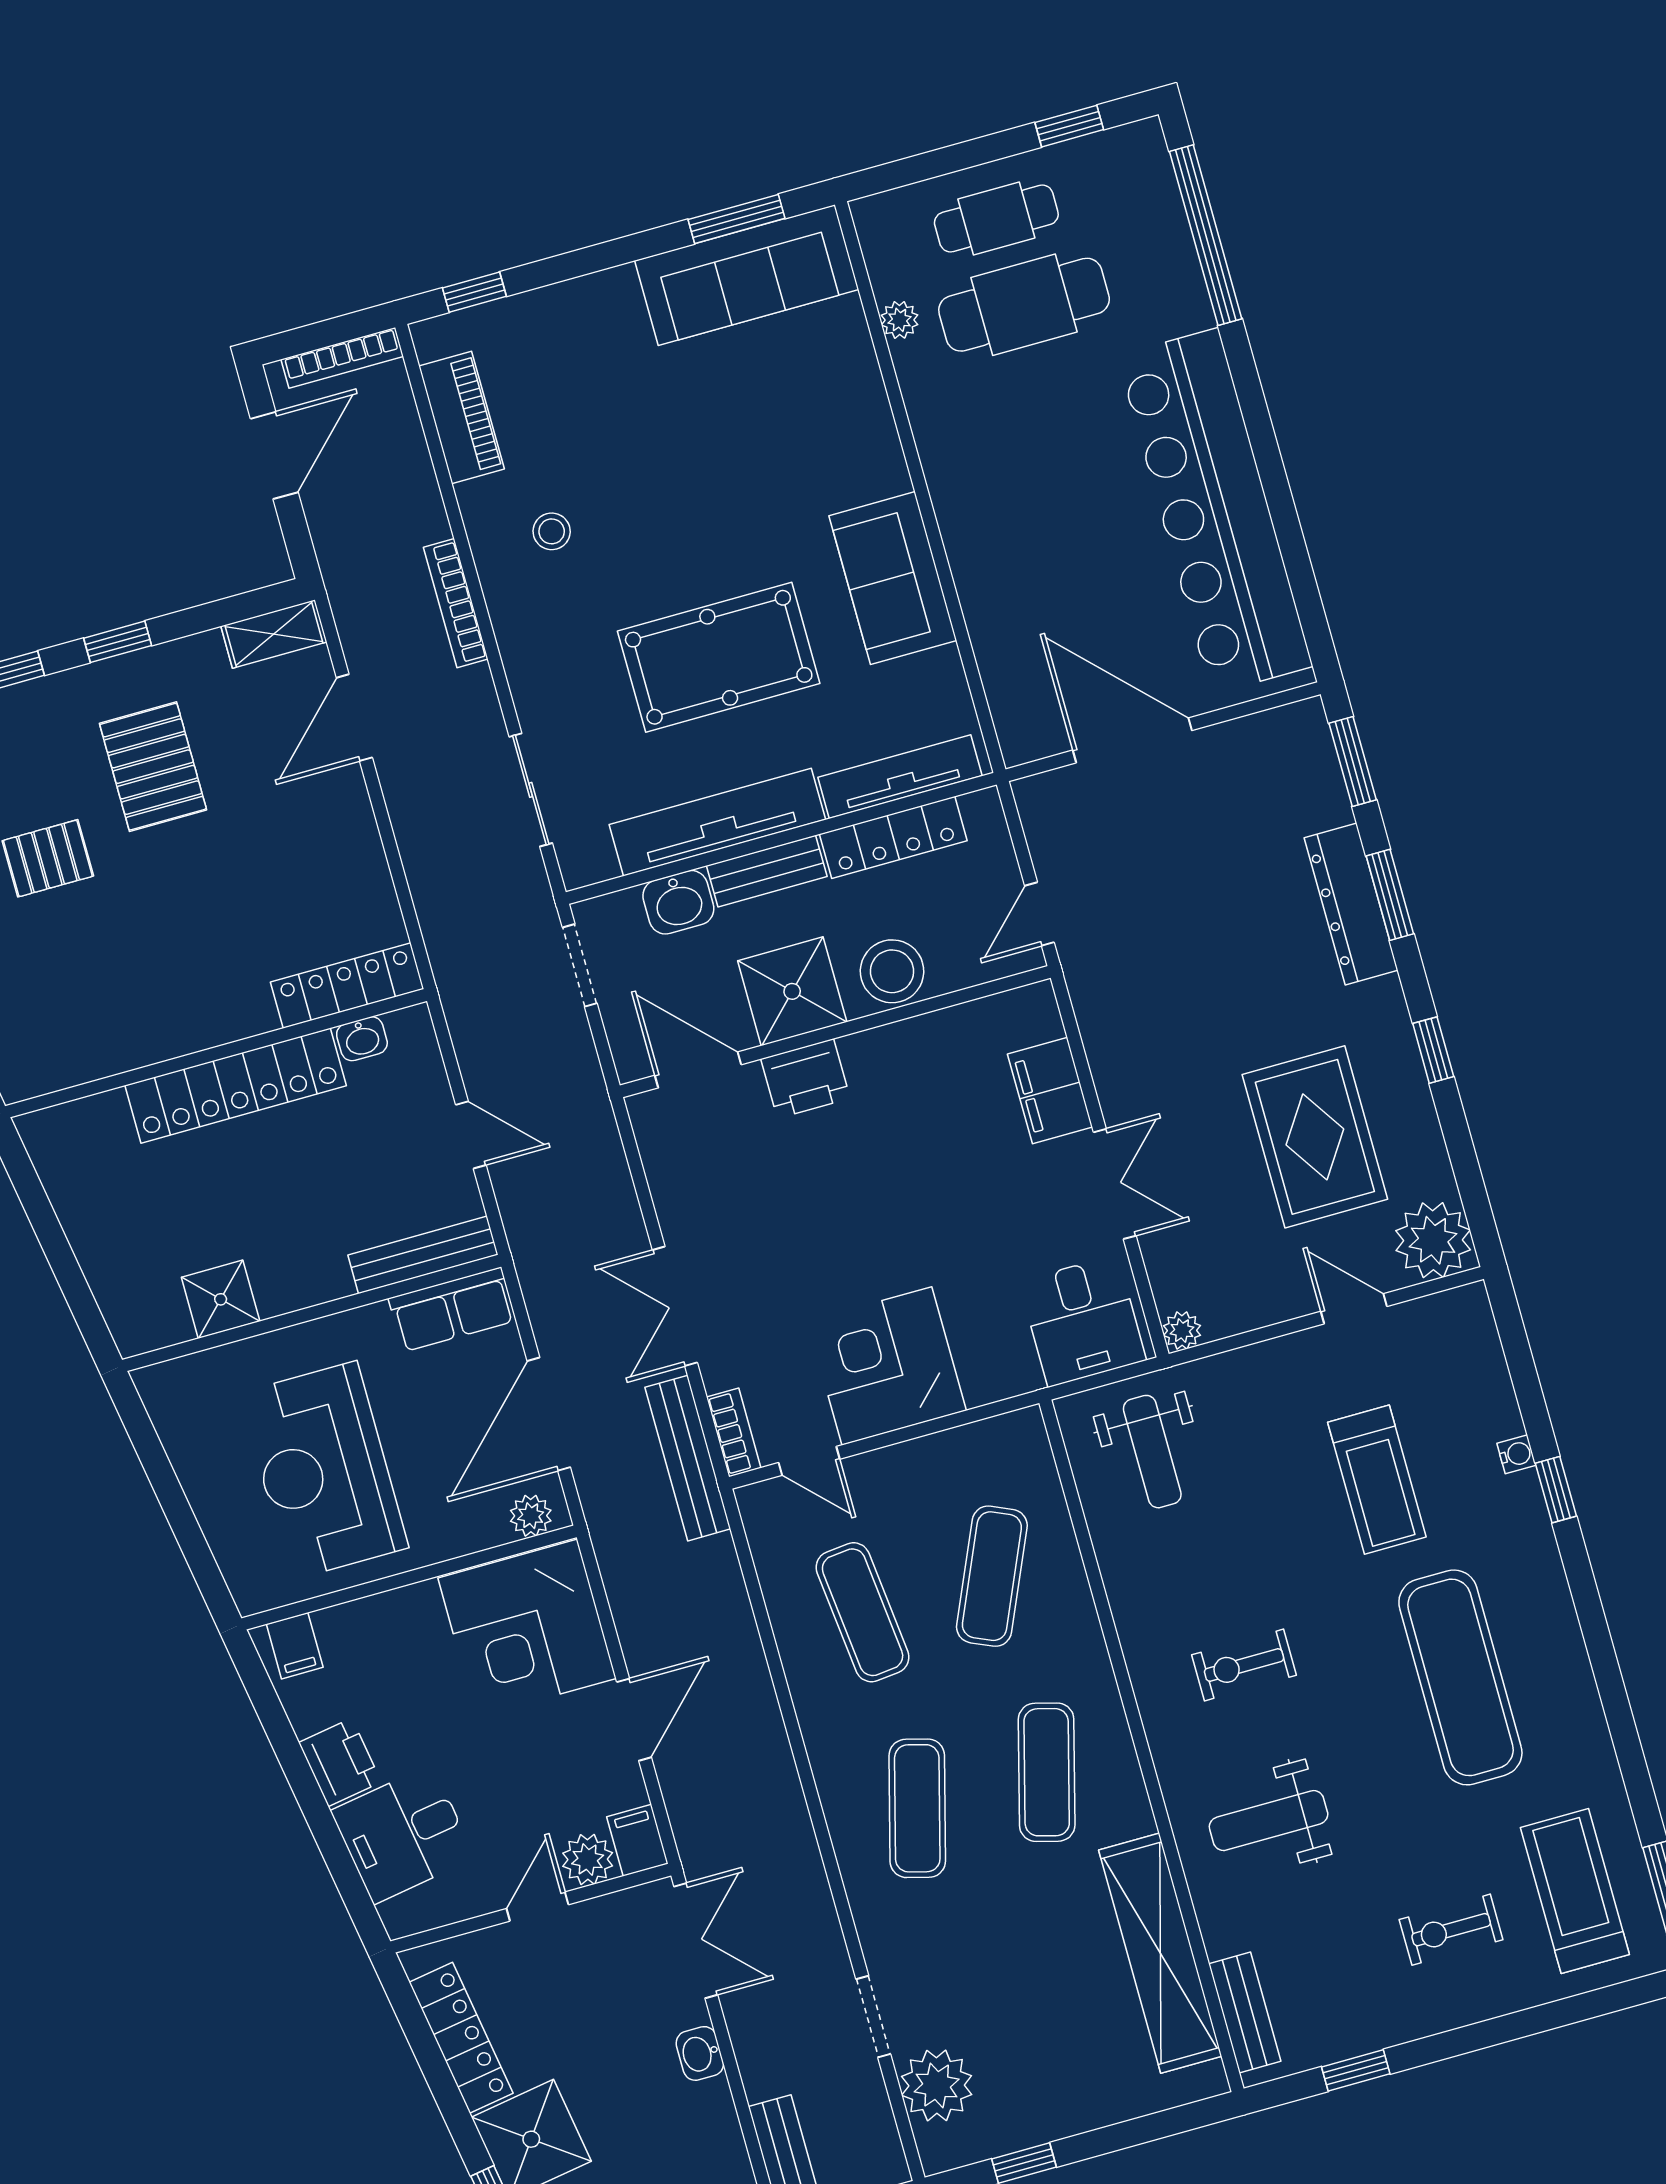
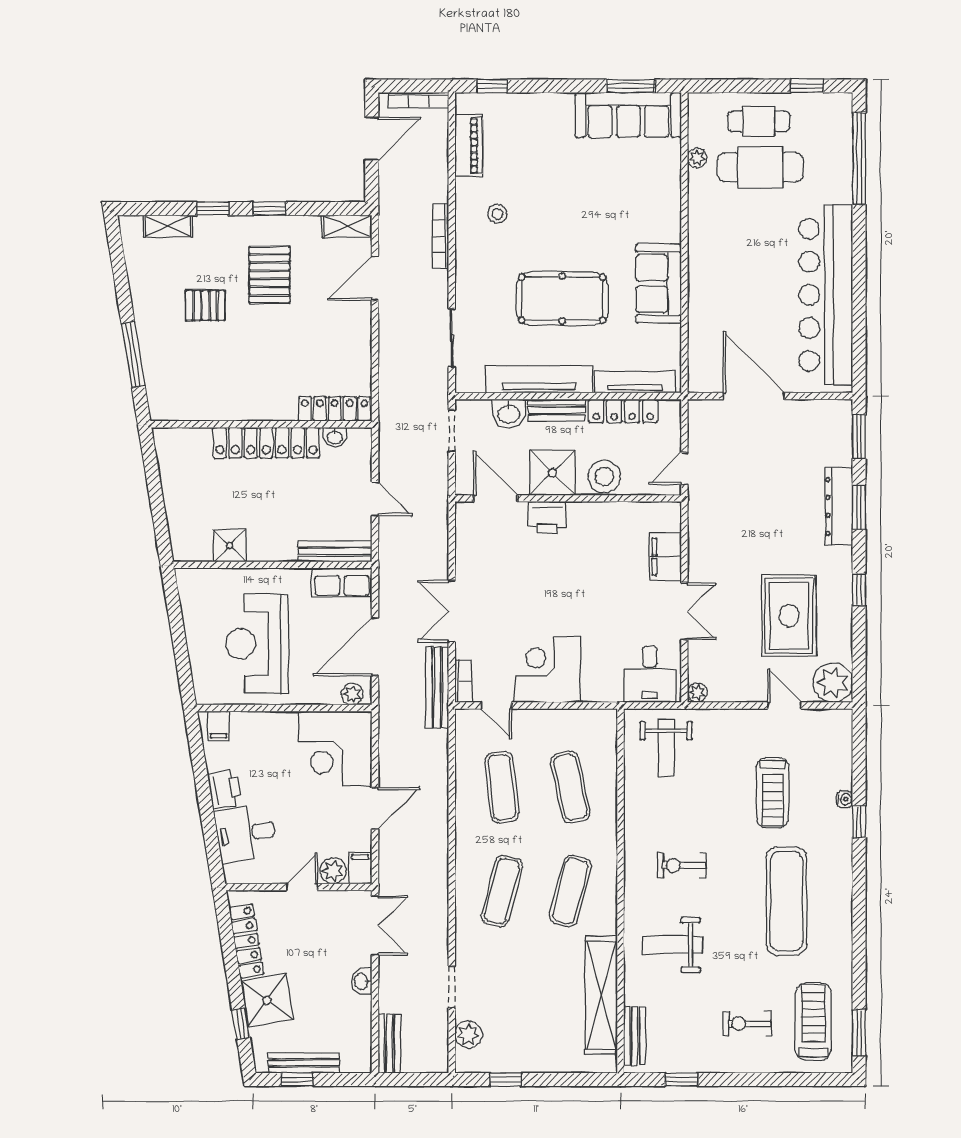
exercise mat: (992, 1576) -> (570, 787), turned -36
plant: (937, 2085) -> (468, 1035), width x0.73, depth x0.73

